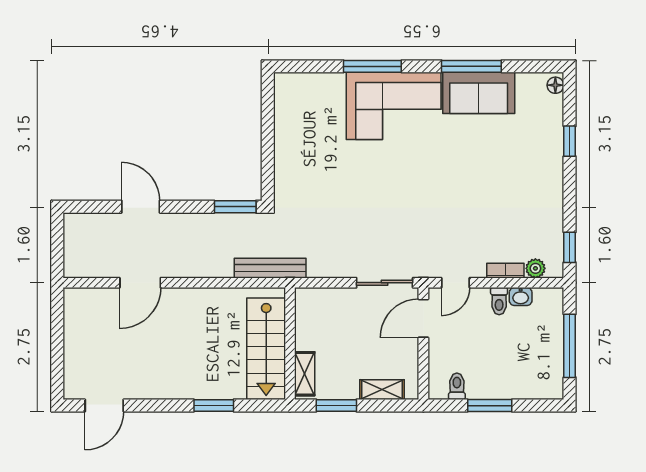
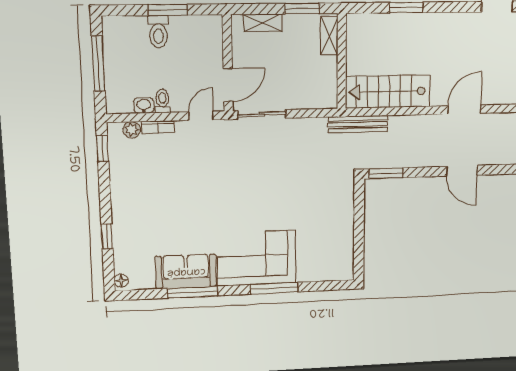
stairs: (266, 349) -> (388, 92), moved, turned -90
toilet: (457, 386) -> (158, 32), moved, width x1.37, depth x1.39

